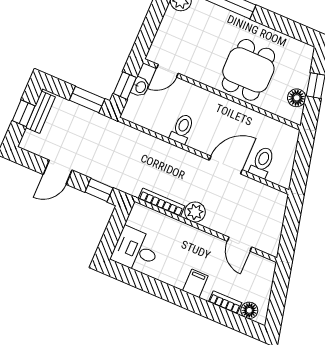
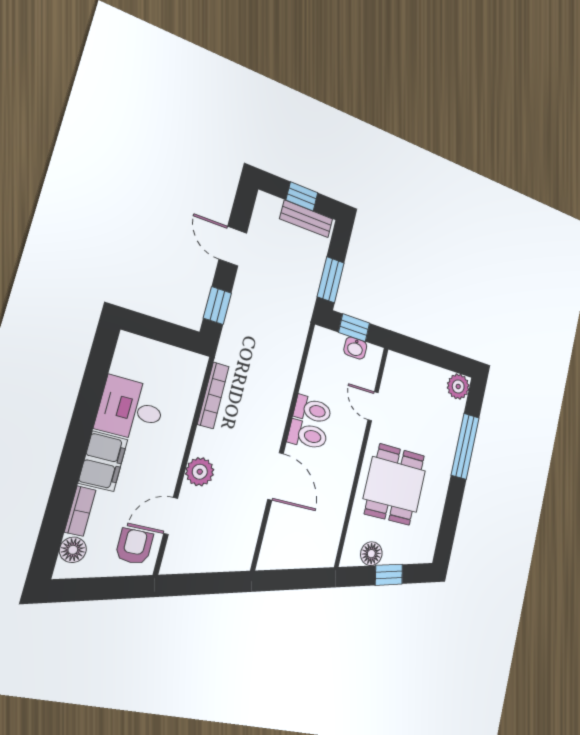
dining table: (248, 70) -> (395, 485), turned 90
door: (167, 71) -> (373, 406), moved
toilet: (262, 162) -> (308, 435), moved
plant: (195, 212) -> (200, 472), moved
desk: (136, 250) -> (131, 409), moved, turned -90
armchair: (255, 271) -> (134, 546), added
filing cabinet: (195, 283) -> (103, 461), width x2.00

